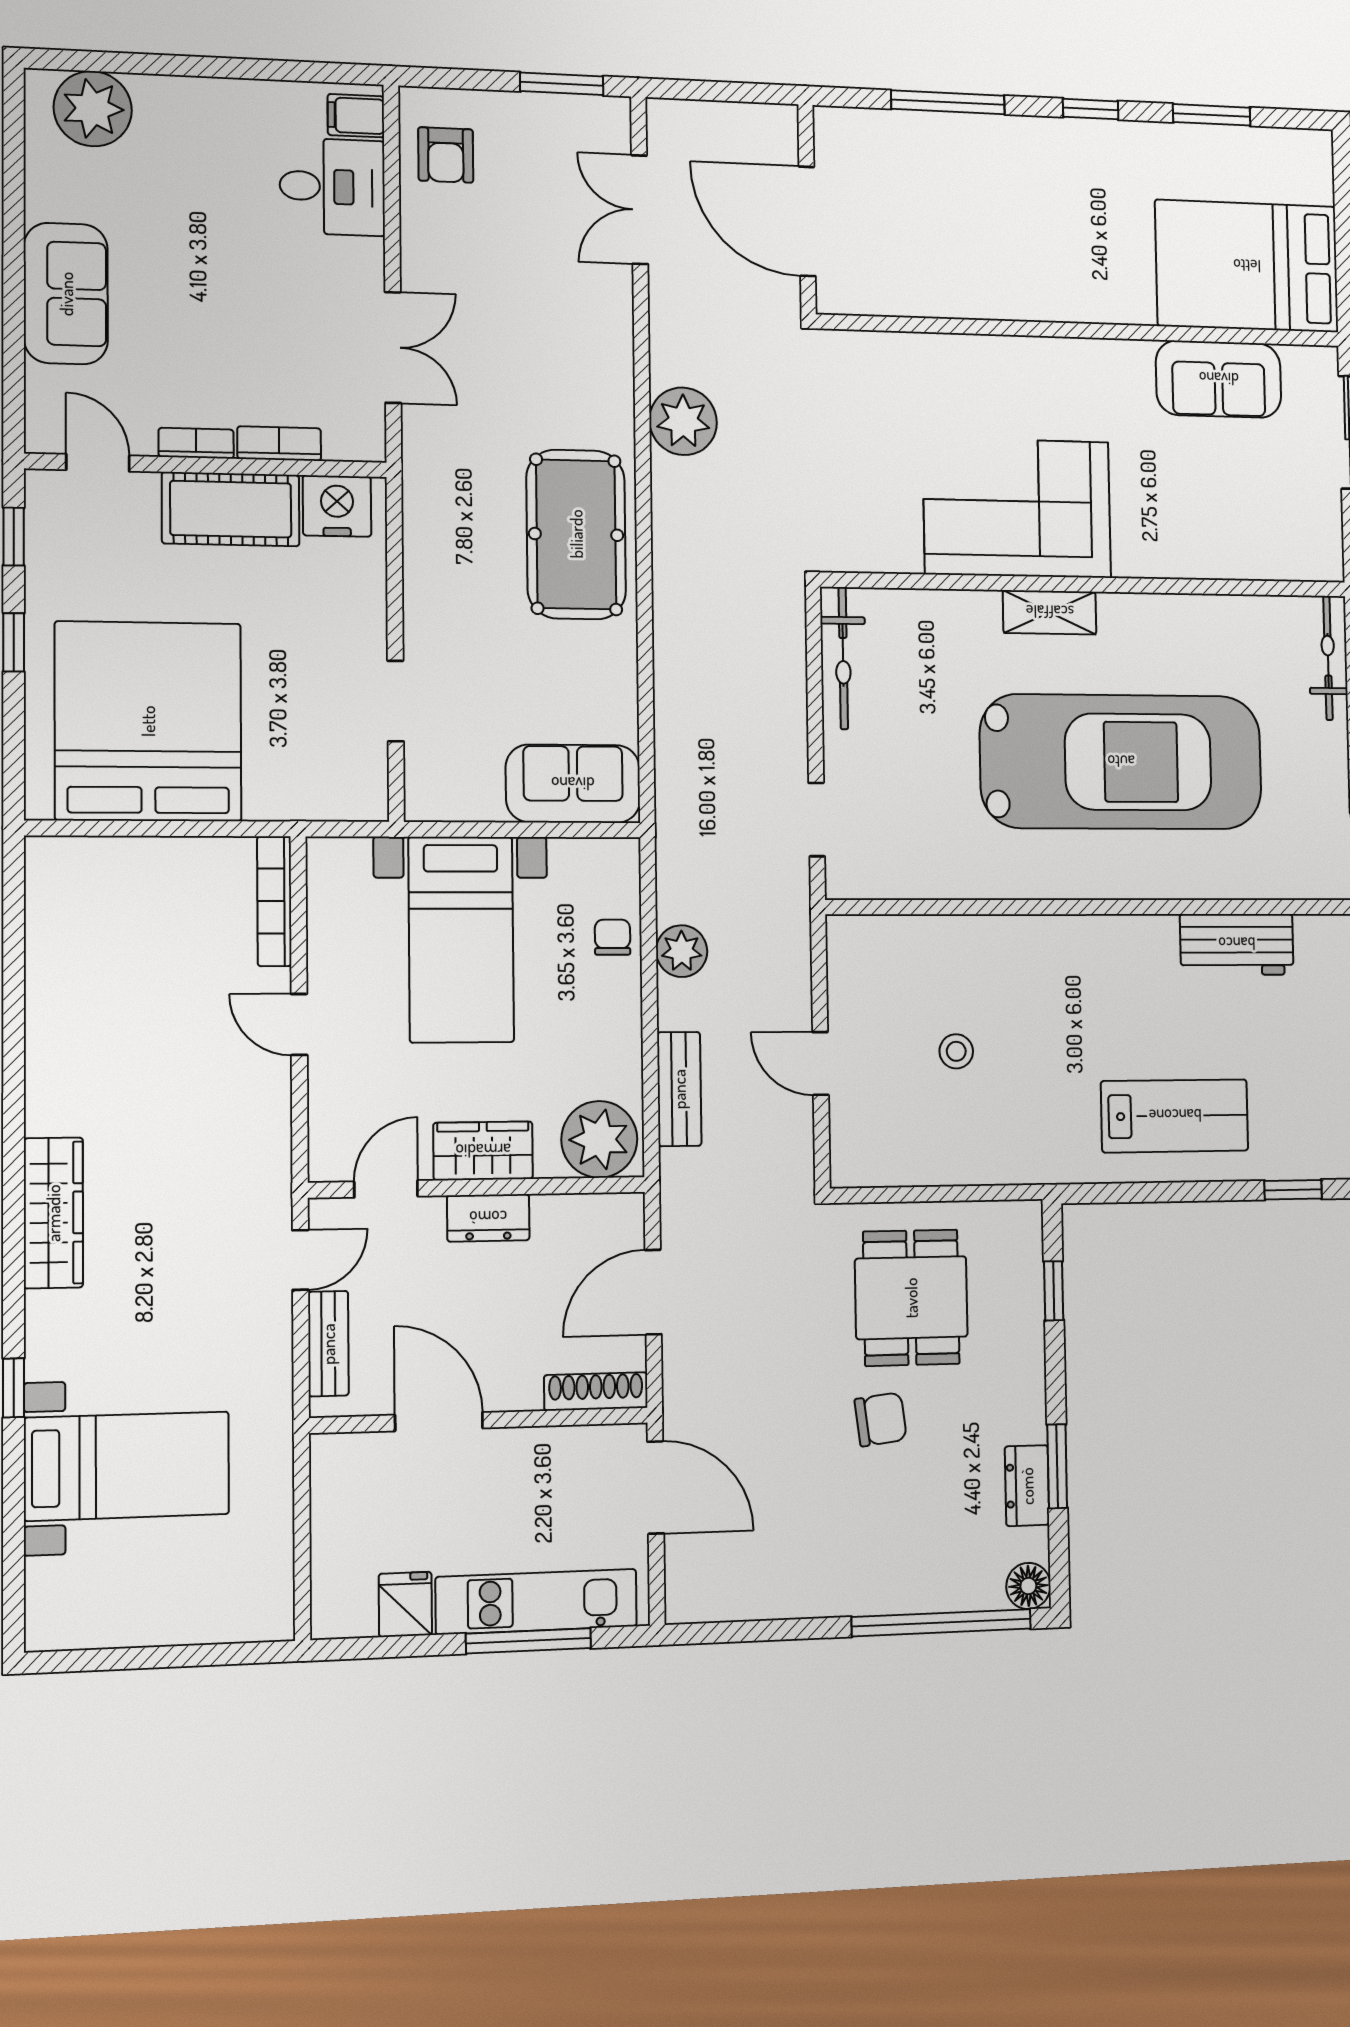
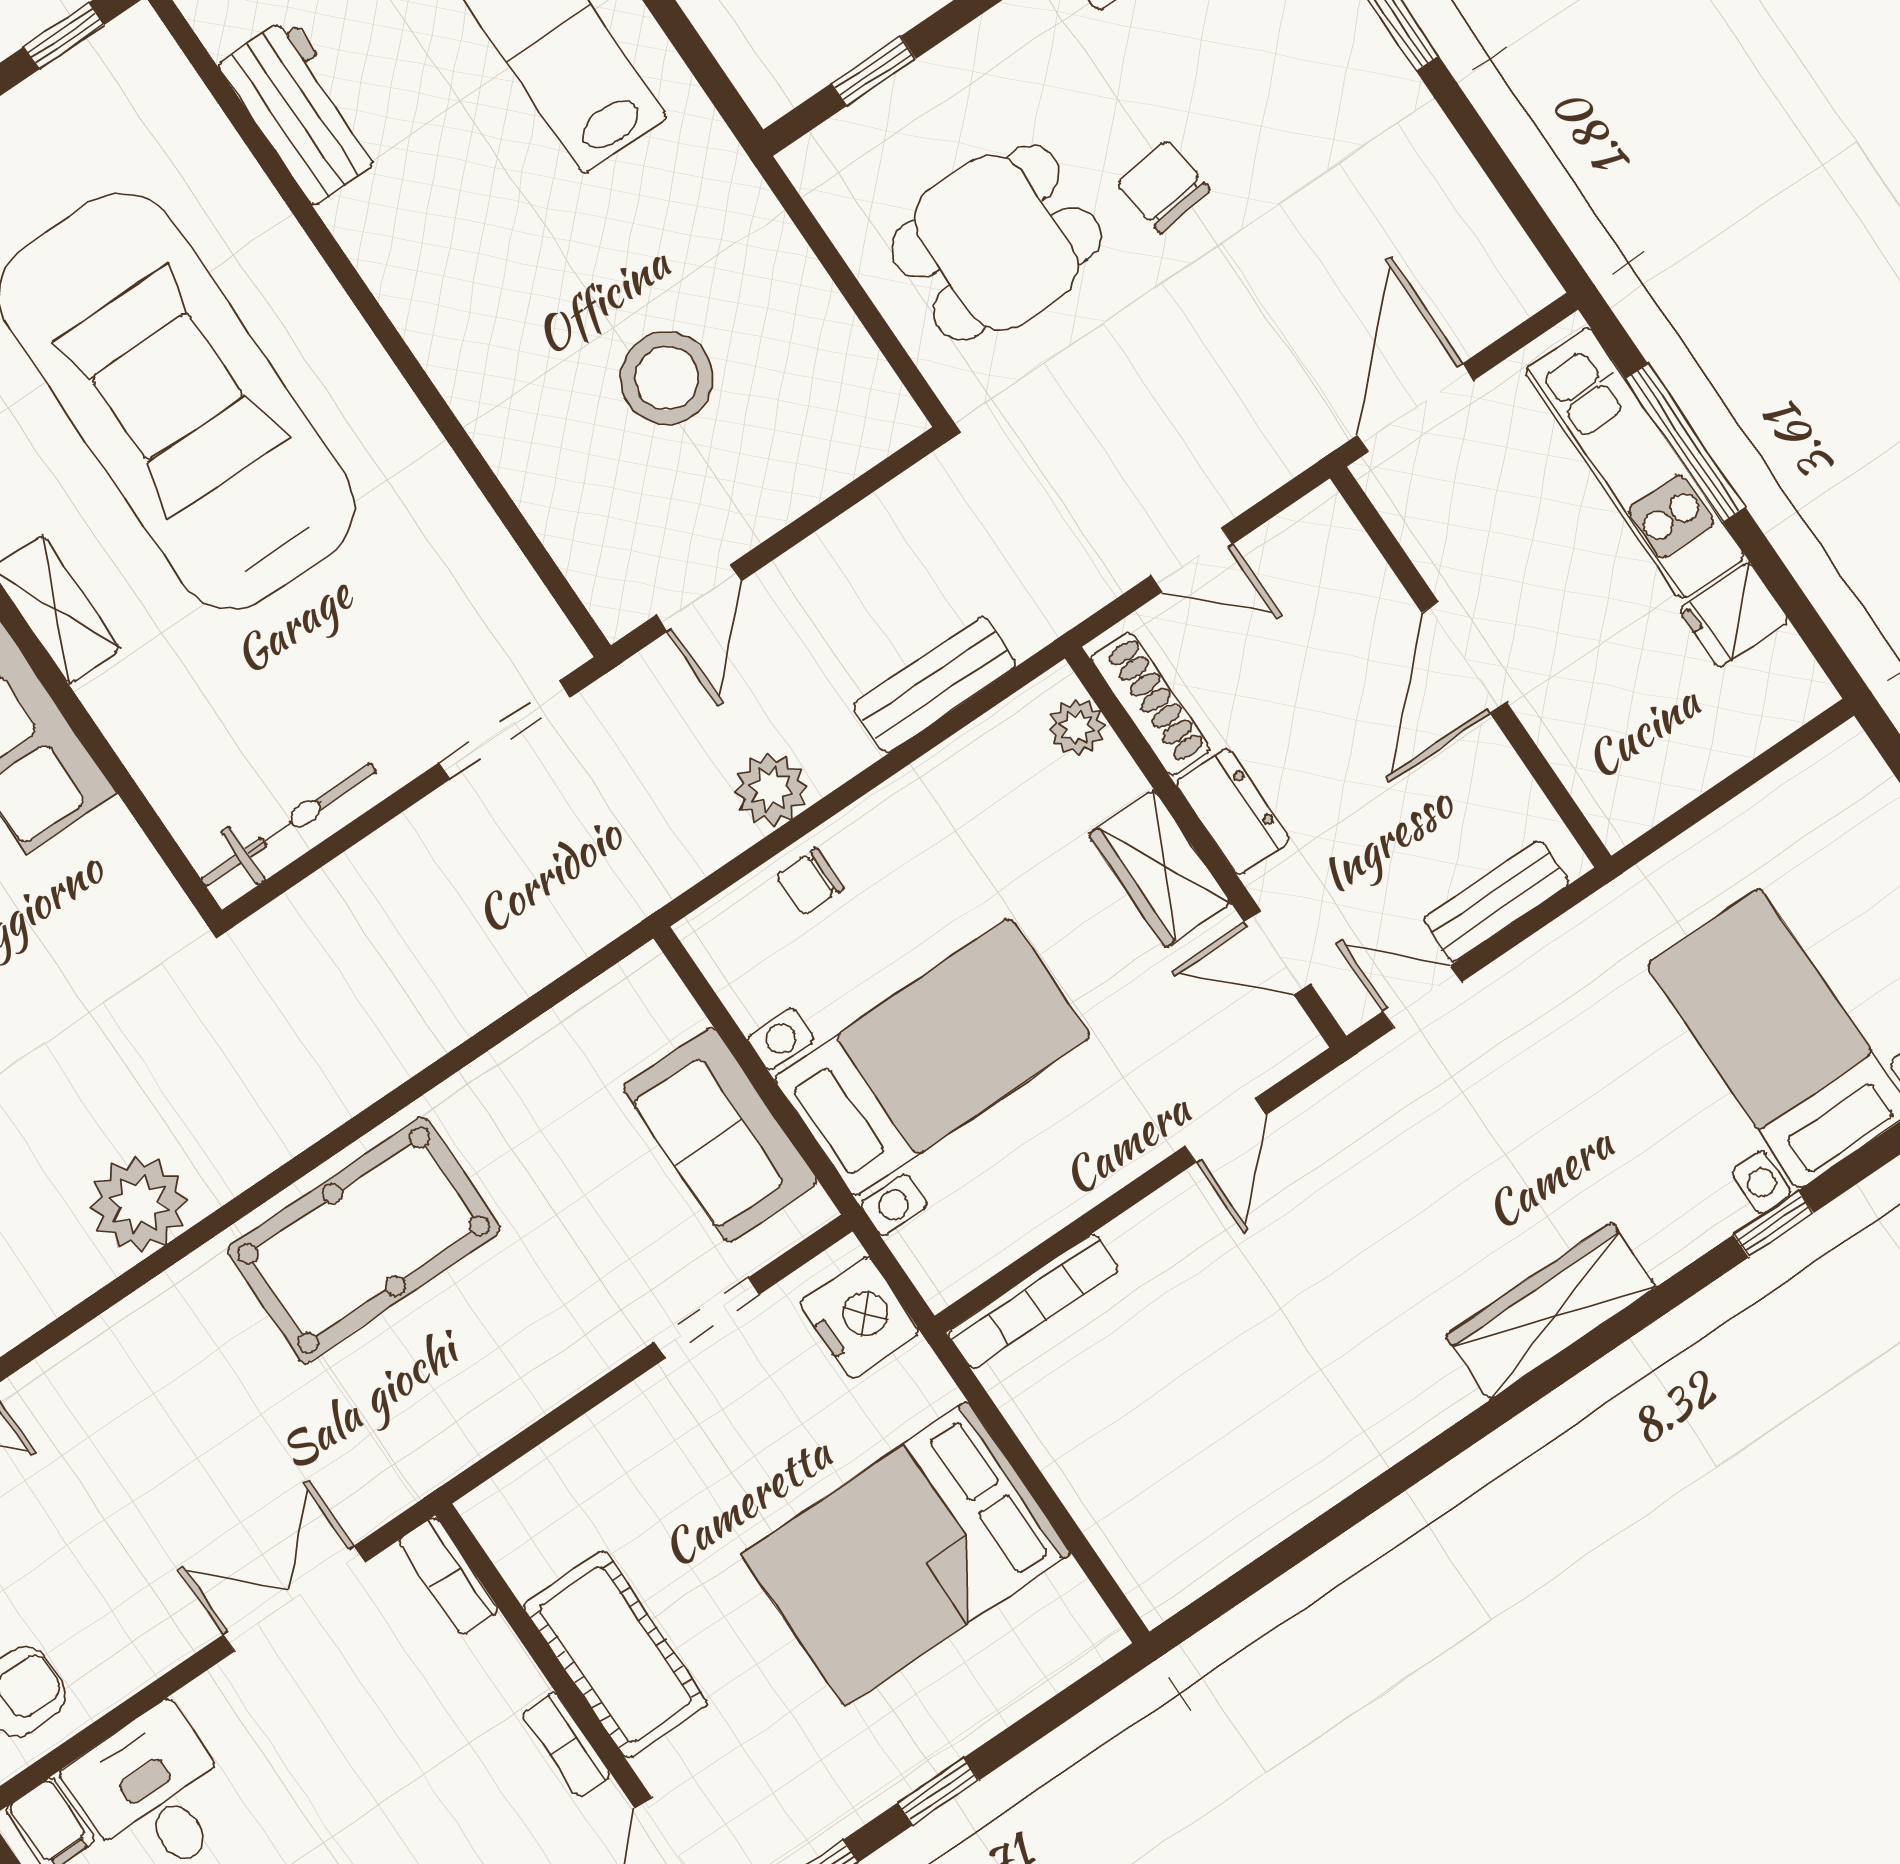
bookcase: (279, 444) -> (449, 1576), moved
nightstand: (337, 506) -> (860, 1318), moved, turned 180
bed: (148, 721) -> (906, 1554), width x0.73
sofa: (573, 784) -> (720, 1135), moved
doorway: (817, 820) -> (505, 730), width x1.38
door: (299, 1024) -> (1225, 1131), moved
stool: (956, 1051) -> (667, 378), width x1.89, depth x1.89
door: (821, 1063) -> (699, 598), moved
plant: (599, 1139) -> (1077, 727), width x0.53, depth x0.53
door: (653, 1292) -> (1192, 560), width x0.73
shoe rack: (596, 1391) -> (1150, 704), moved, turned 180
door: (439, 1422) -> (1464, 658), moved

